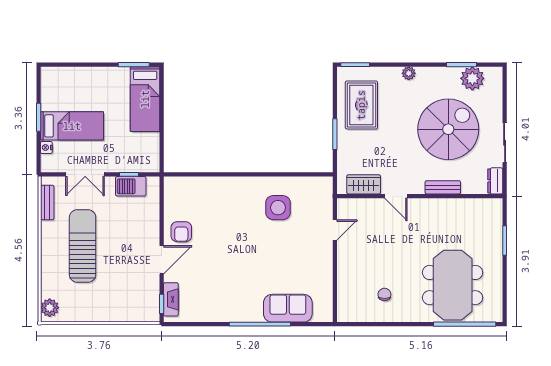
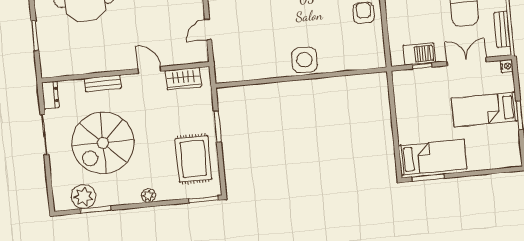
bed: (145, 99) -> (433, 157), moved, turned 90
nightstand: (46, 147) -> (507, 66), moved
side table: (278, 208) -> (304, 60), moved

